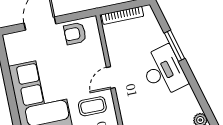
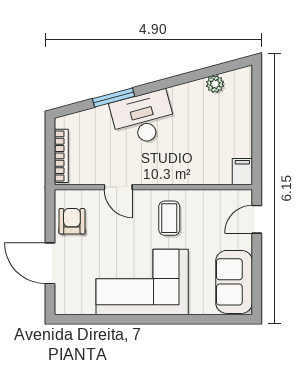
armchair: (75, 34) -> (72, 221), turned 180
door: (111, 78) -> (118, 187), moved

